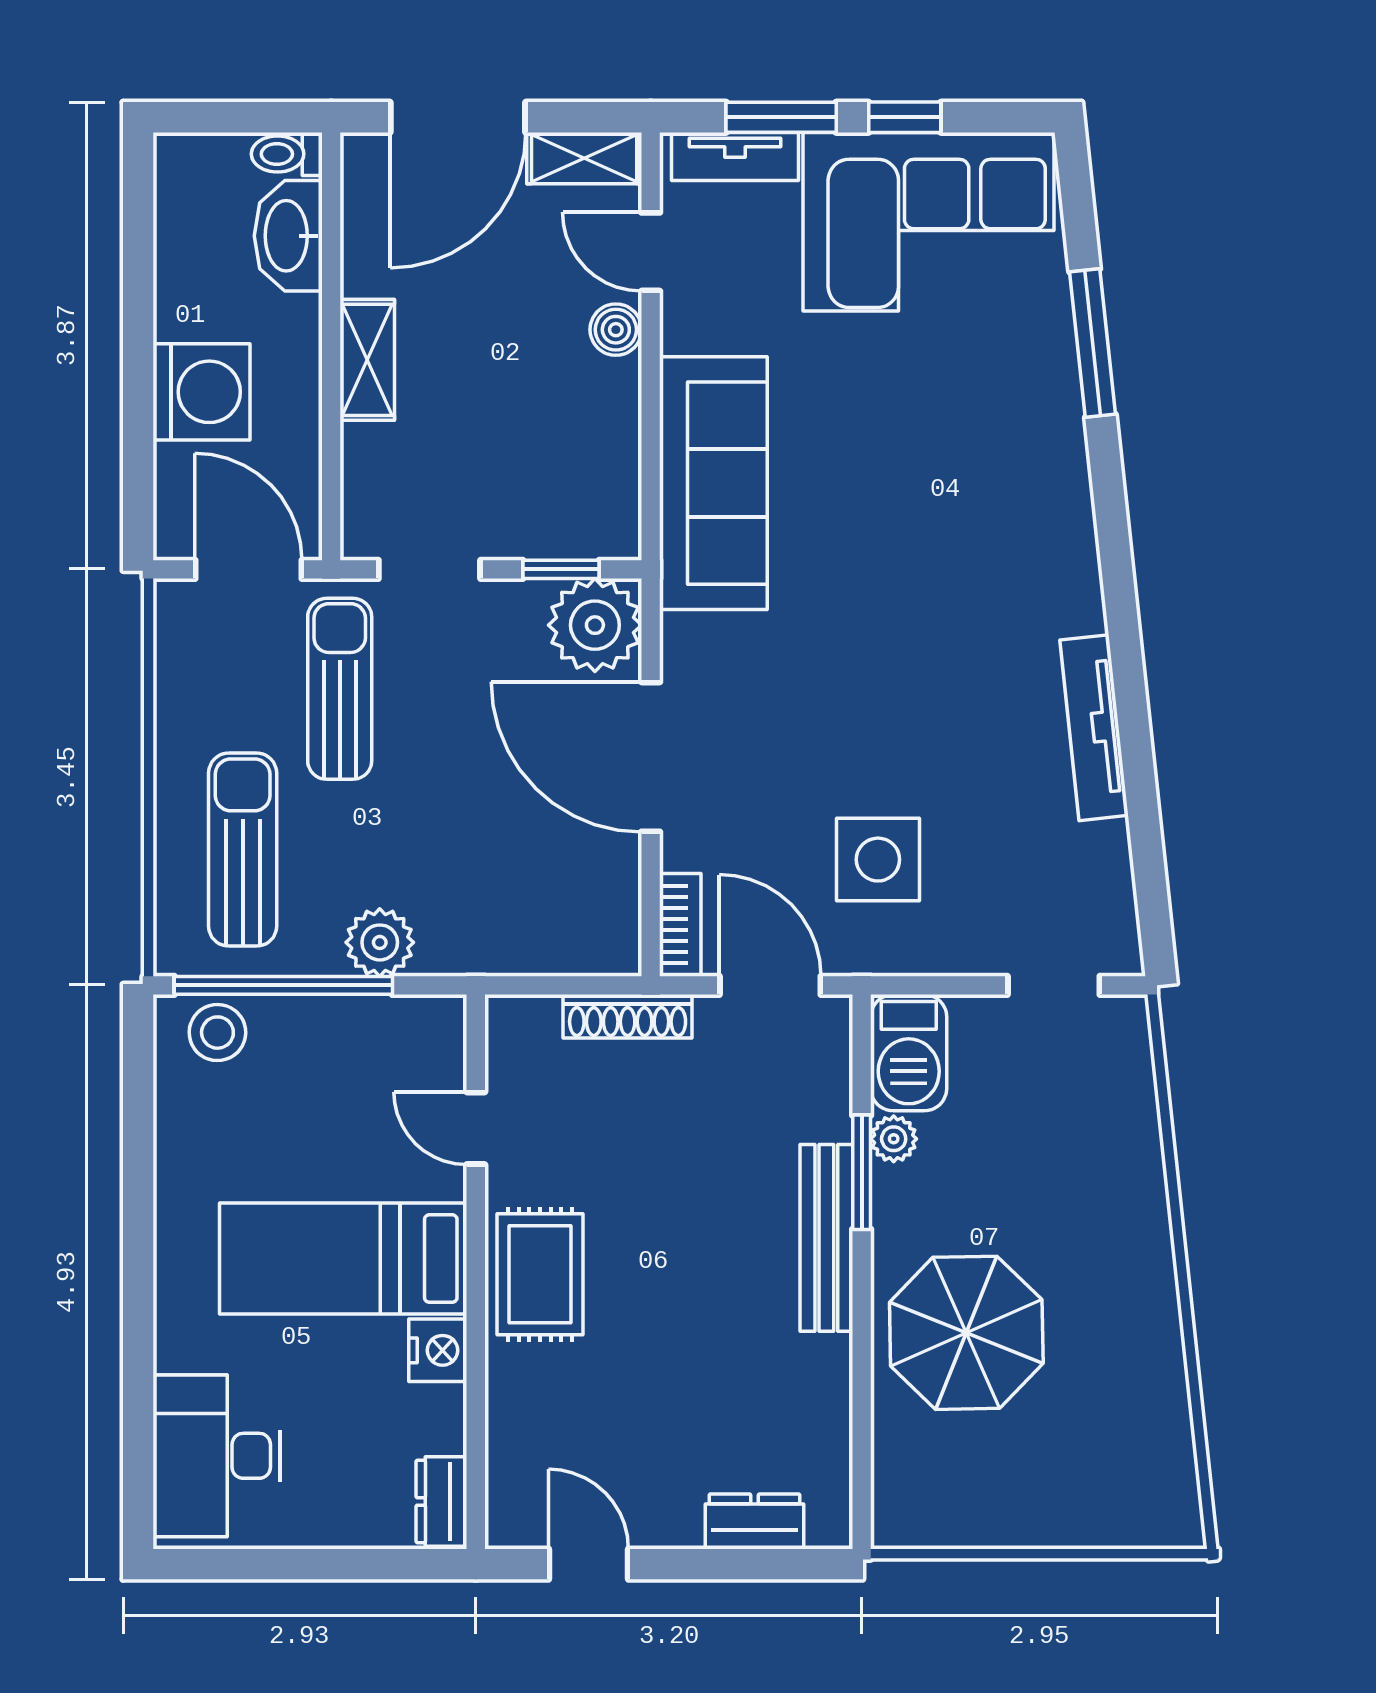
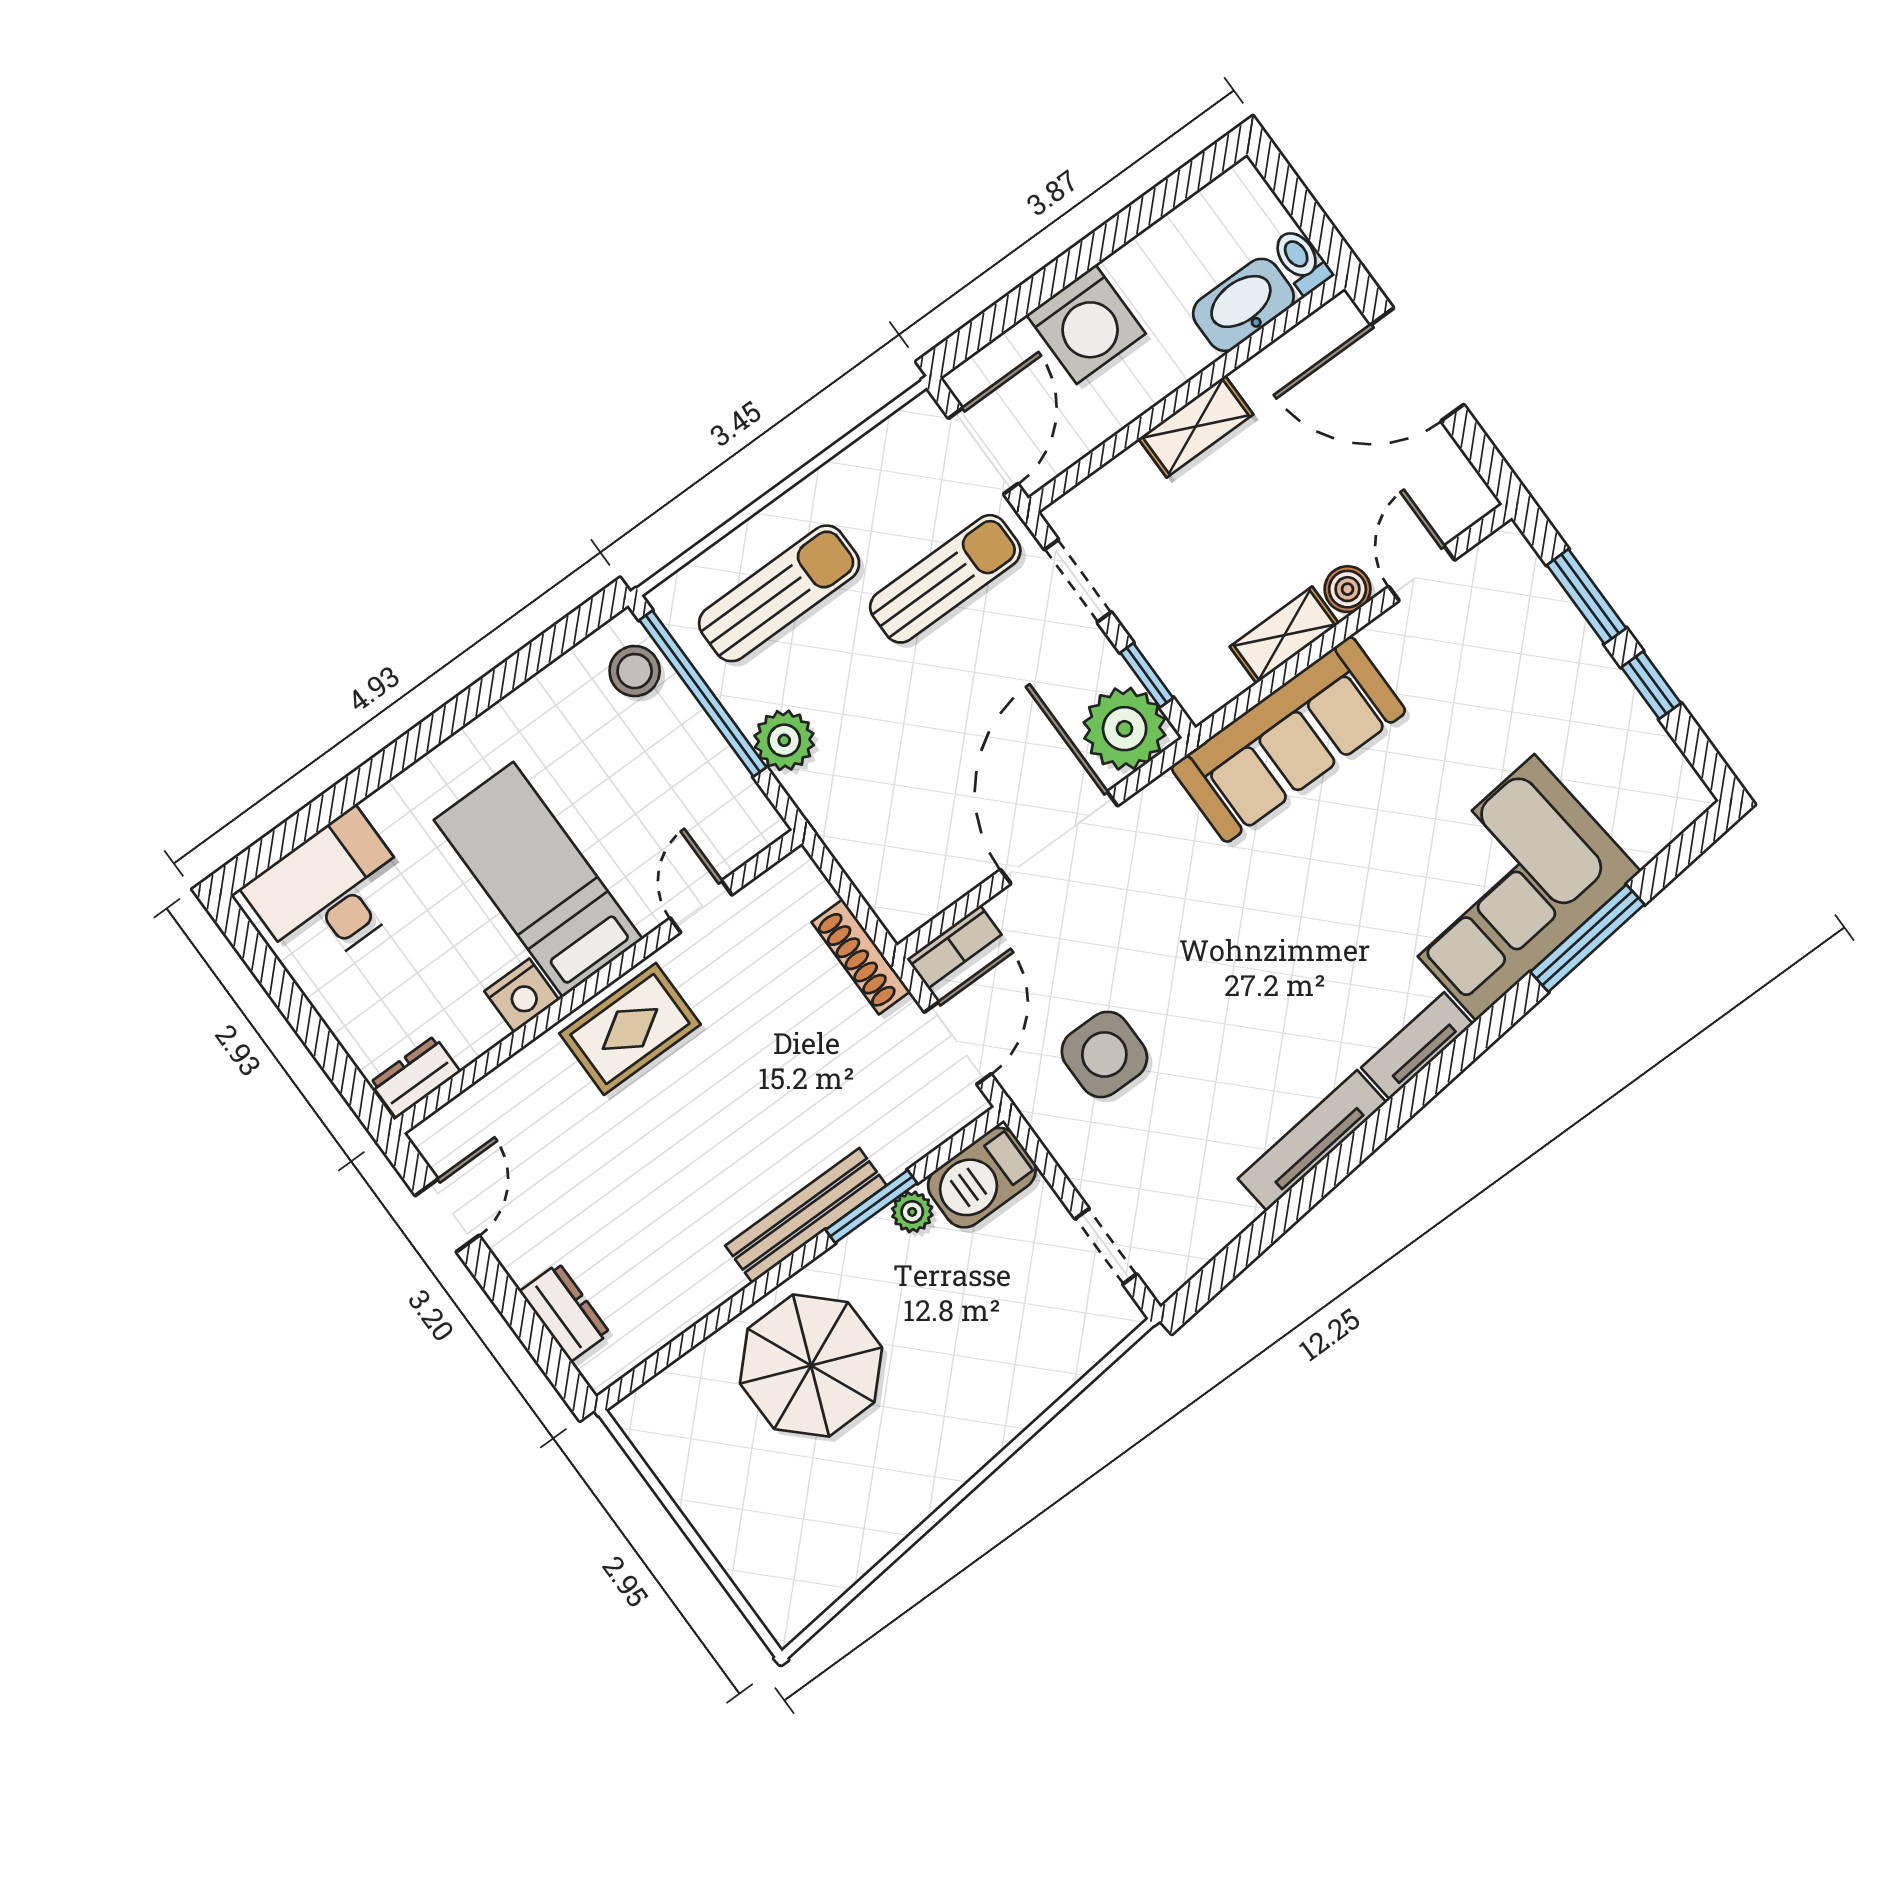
tv unit: (735, 156) -> (1417, 1046), moved, turned 84
shelving: (584, 158) -> (1284, 635), moved, turned 90
corner sofa: (928, 222) -> (1505, 887), moved, turned 84

